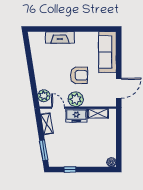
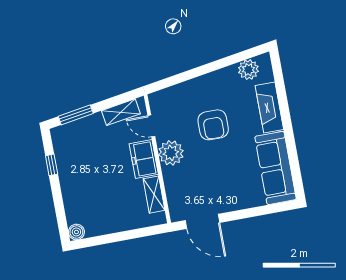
sofa: (107, 52) -> (276, 168), moved, turned -90
armchair: (79, 75) -> (213, 125), moved
plant: (44, 96) -> (248, 70), moved
door: (58, 108) -> (151, 126), swing flipped

